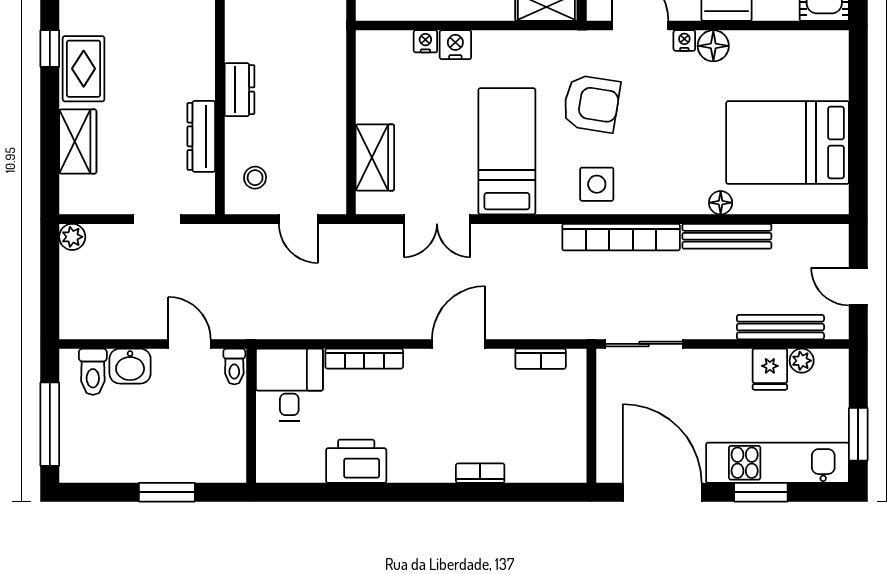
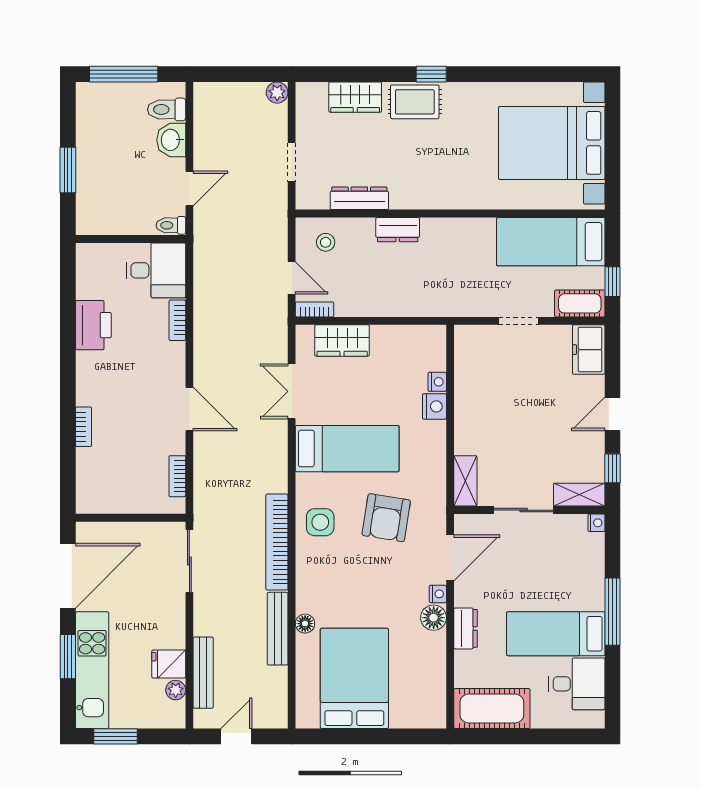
bookcase: (337, 191) -> (315, 309), added
door: (299, 219) -> (292, 278), swing flipped
bookcase: (364, 359) -> (177, 320), width x0.64

